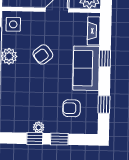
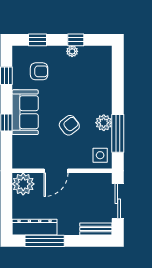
fireplace: (94, 31) -> (18, 150), removed
window: (59, 139) -> (37, 40), moved

